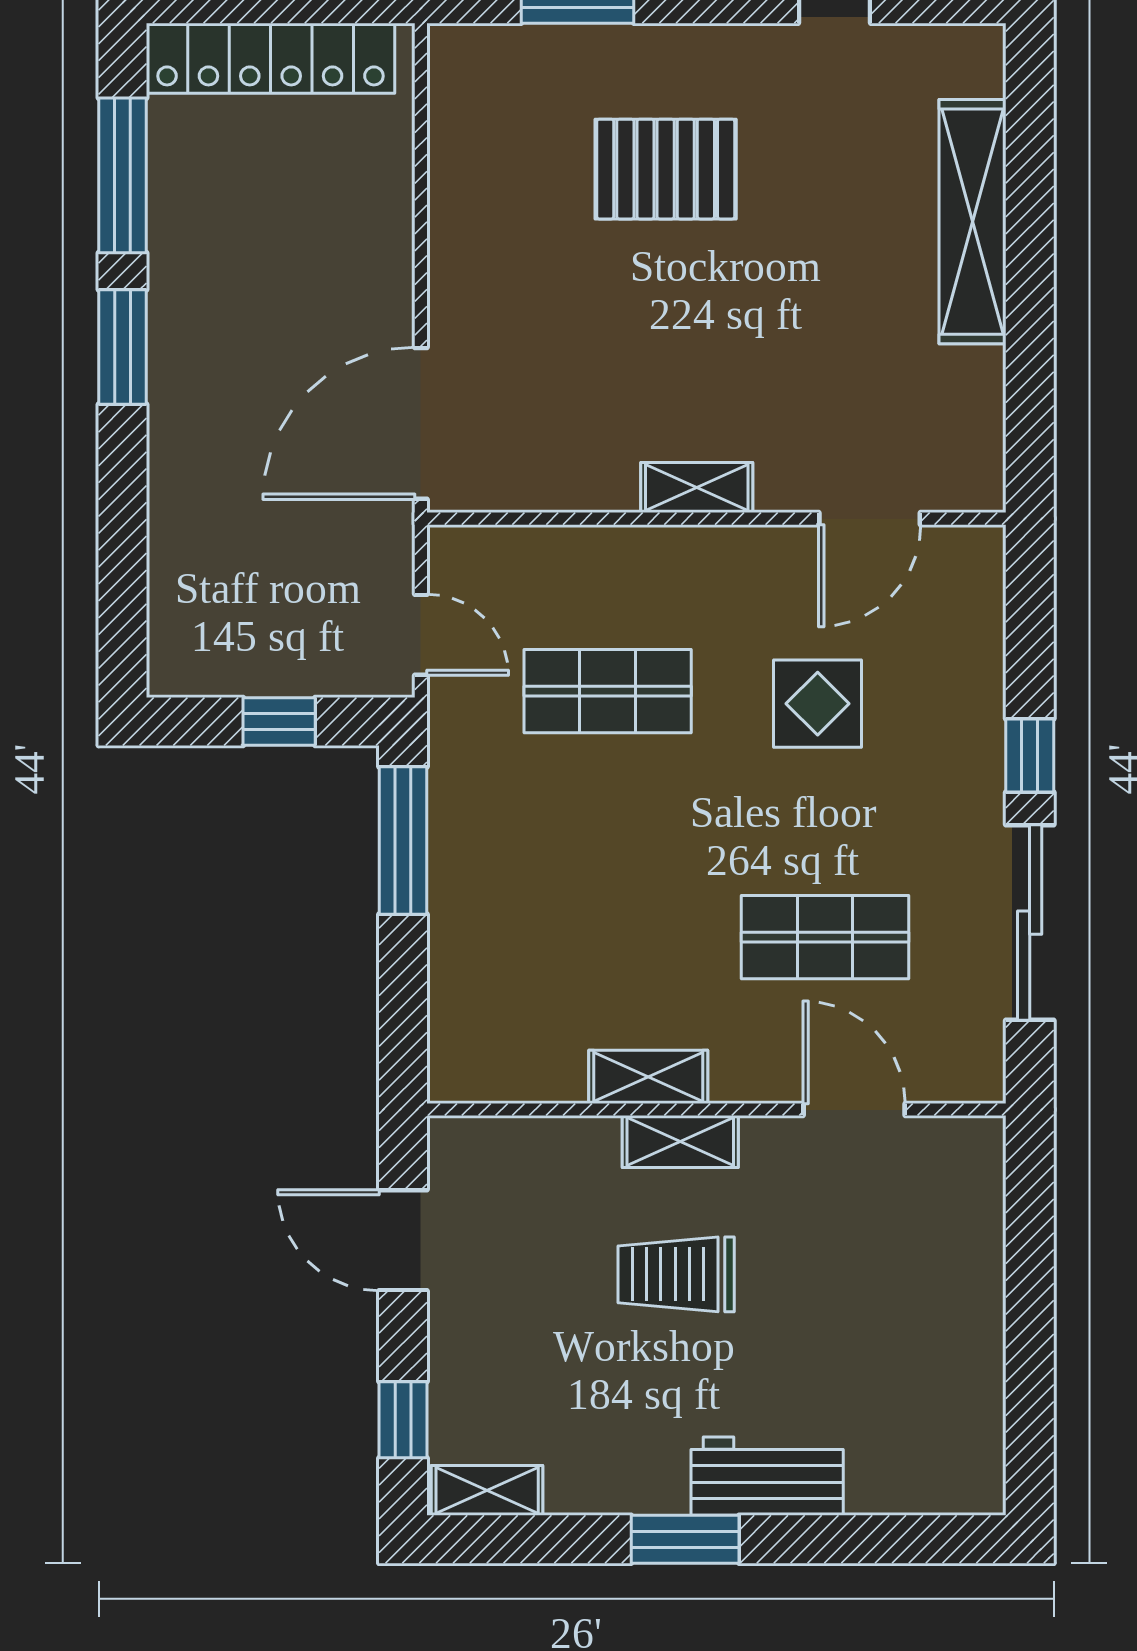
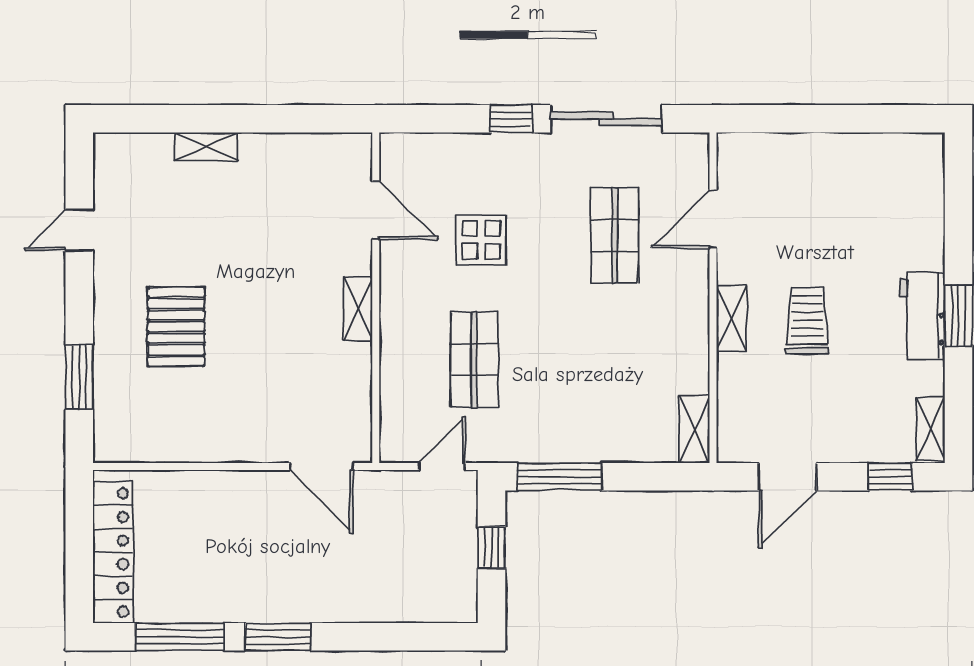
shelving: (972, 222) -> (206, 147), width x0.45, depth x0.75
door: (421, 423) -> (321, 466), width x0.73
shelving: (648, 1077) -> (694, 429), moved
trolley: (676, 1274) -> (807, 321), turned 180
workbench: (767, 1476) -> (922, 316), moved

